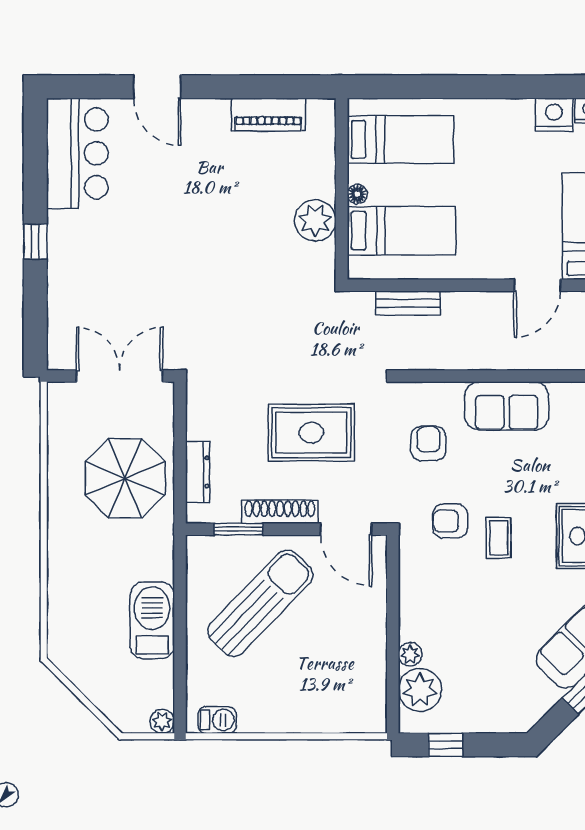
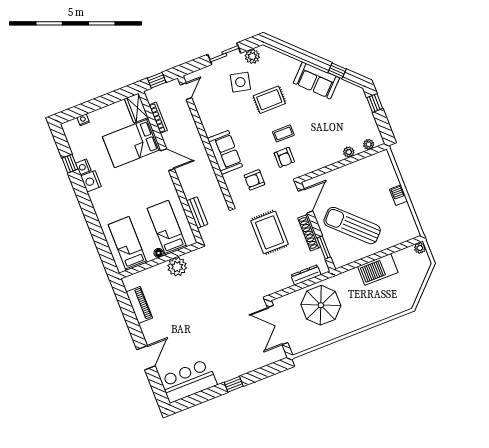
plant: (420, 690) -> (369, 144), width x0.53, depth x0.53
barbecue: (217, 720) -> (398, 195), moved
window: (446, 745) -> (375, 103), moved

